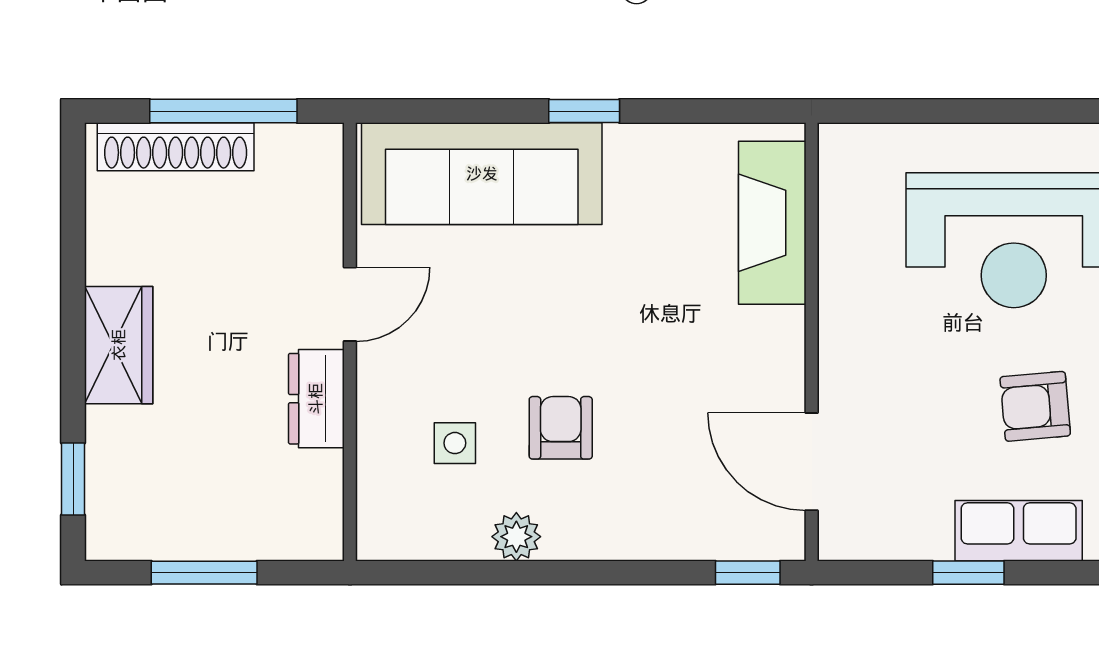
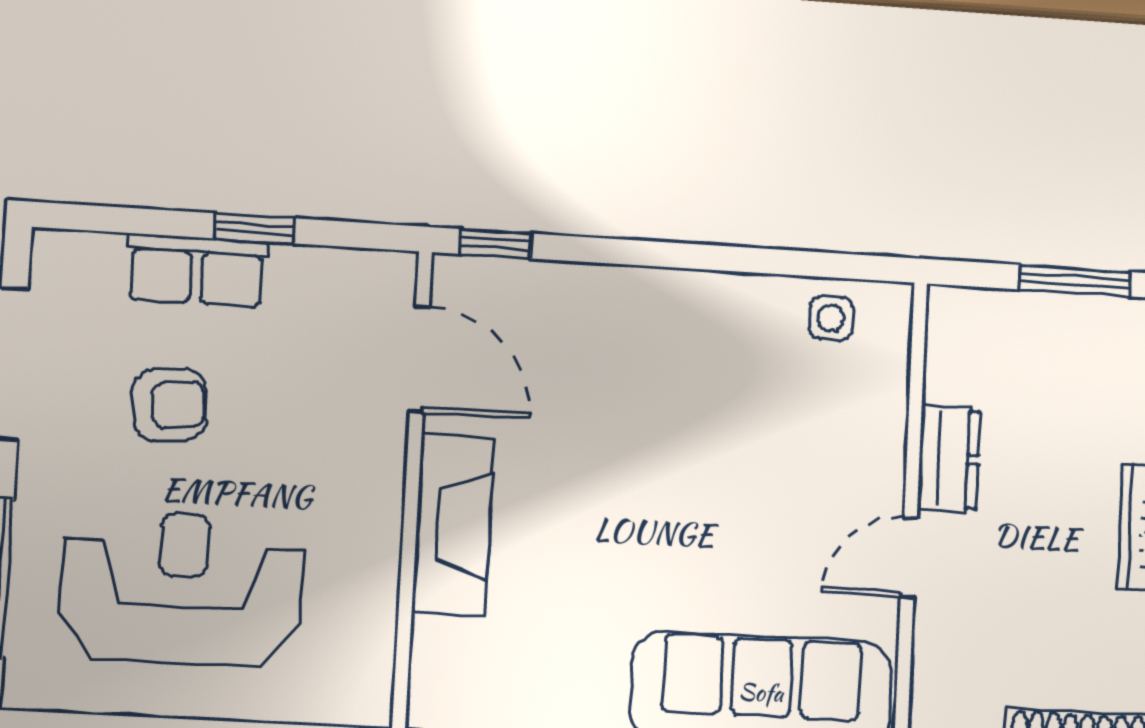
fireplace: (772, 223) -> (453, 525), moved
armchair: (561, 428) -> (689, 412), removed
side table: (455, 443) -> (831, 318), moved
plant: (516, 537) -> (743, 298), removed

